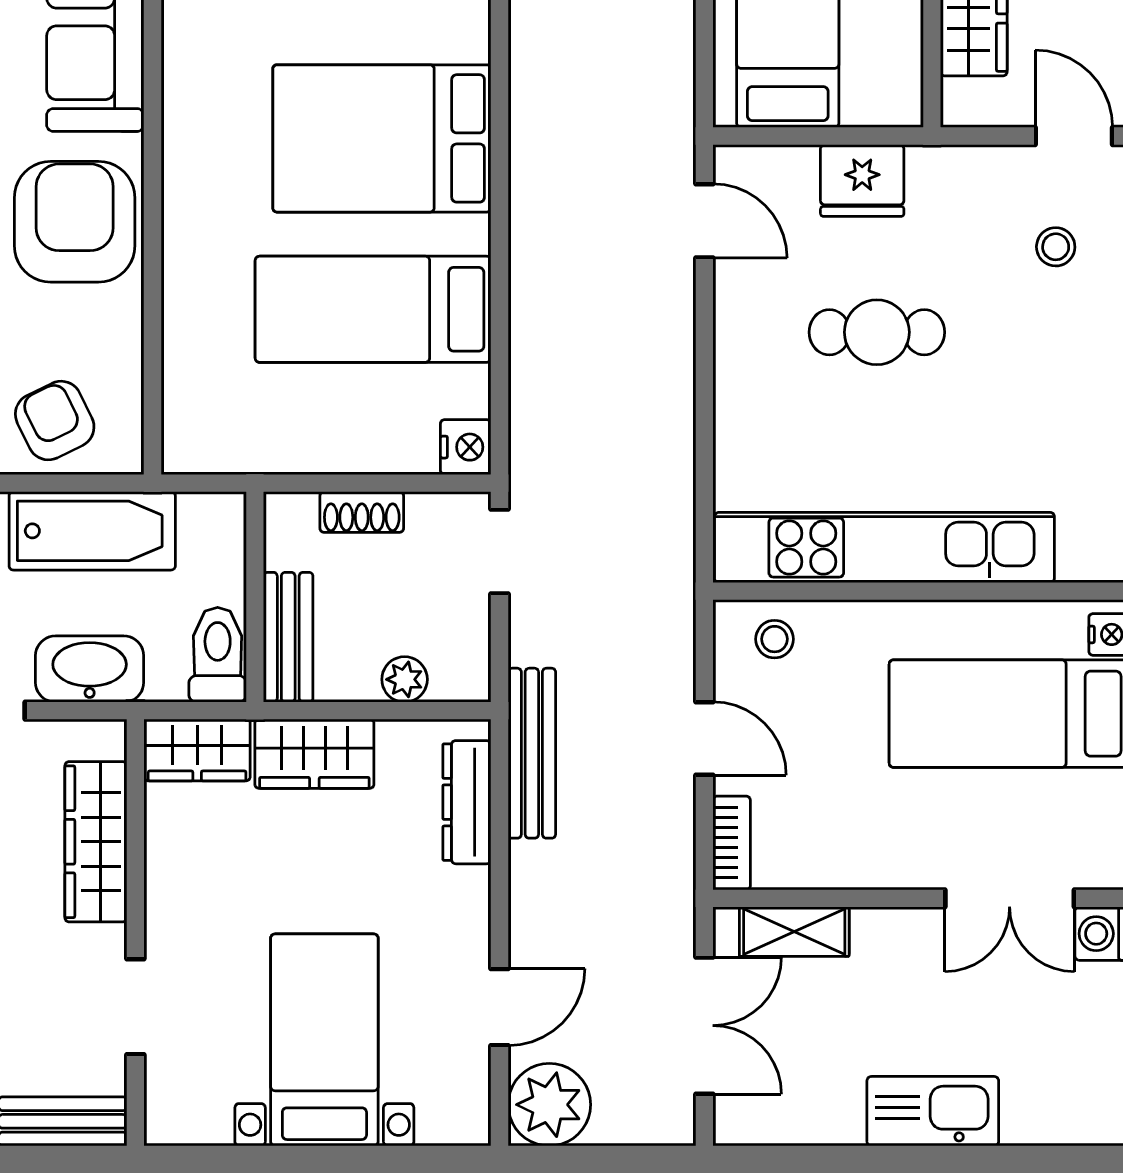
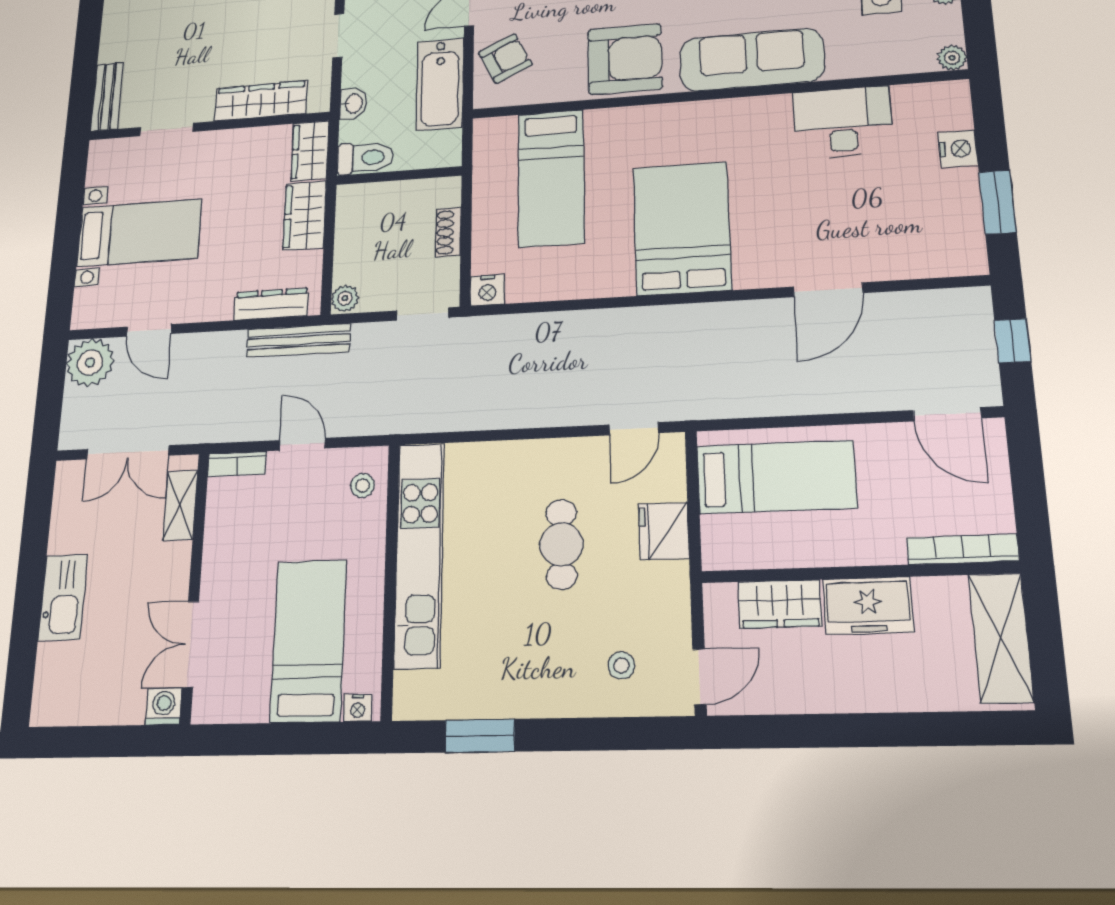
bed: (373, 309) -> (551, 178), moved, turned 180
bench: (288, 637) -> (374, 196), removed
washbasin: (90, 669) -> (353, 104), width x0.52, depth x0.69
plant: (405, 679) -> (345, 298), moved
door: (704, 738) -> (302, 444), swing flipped

